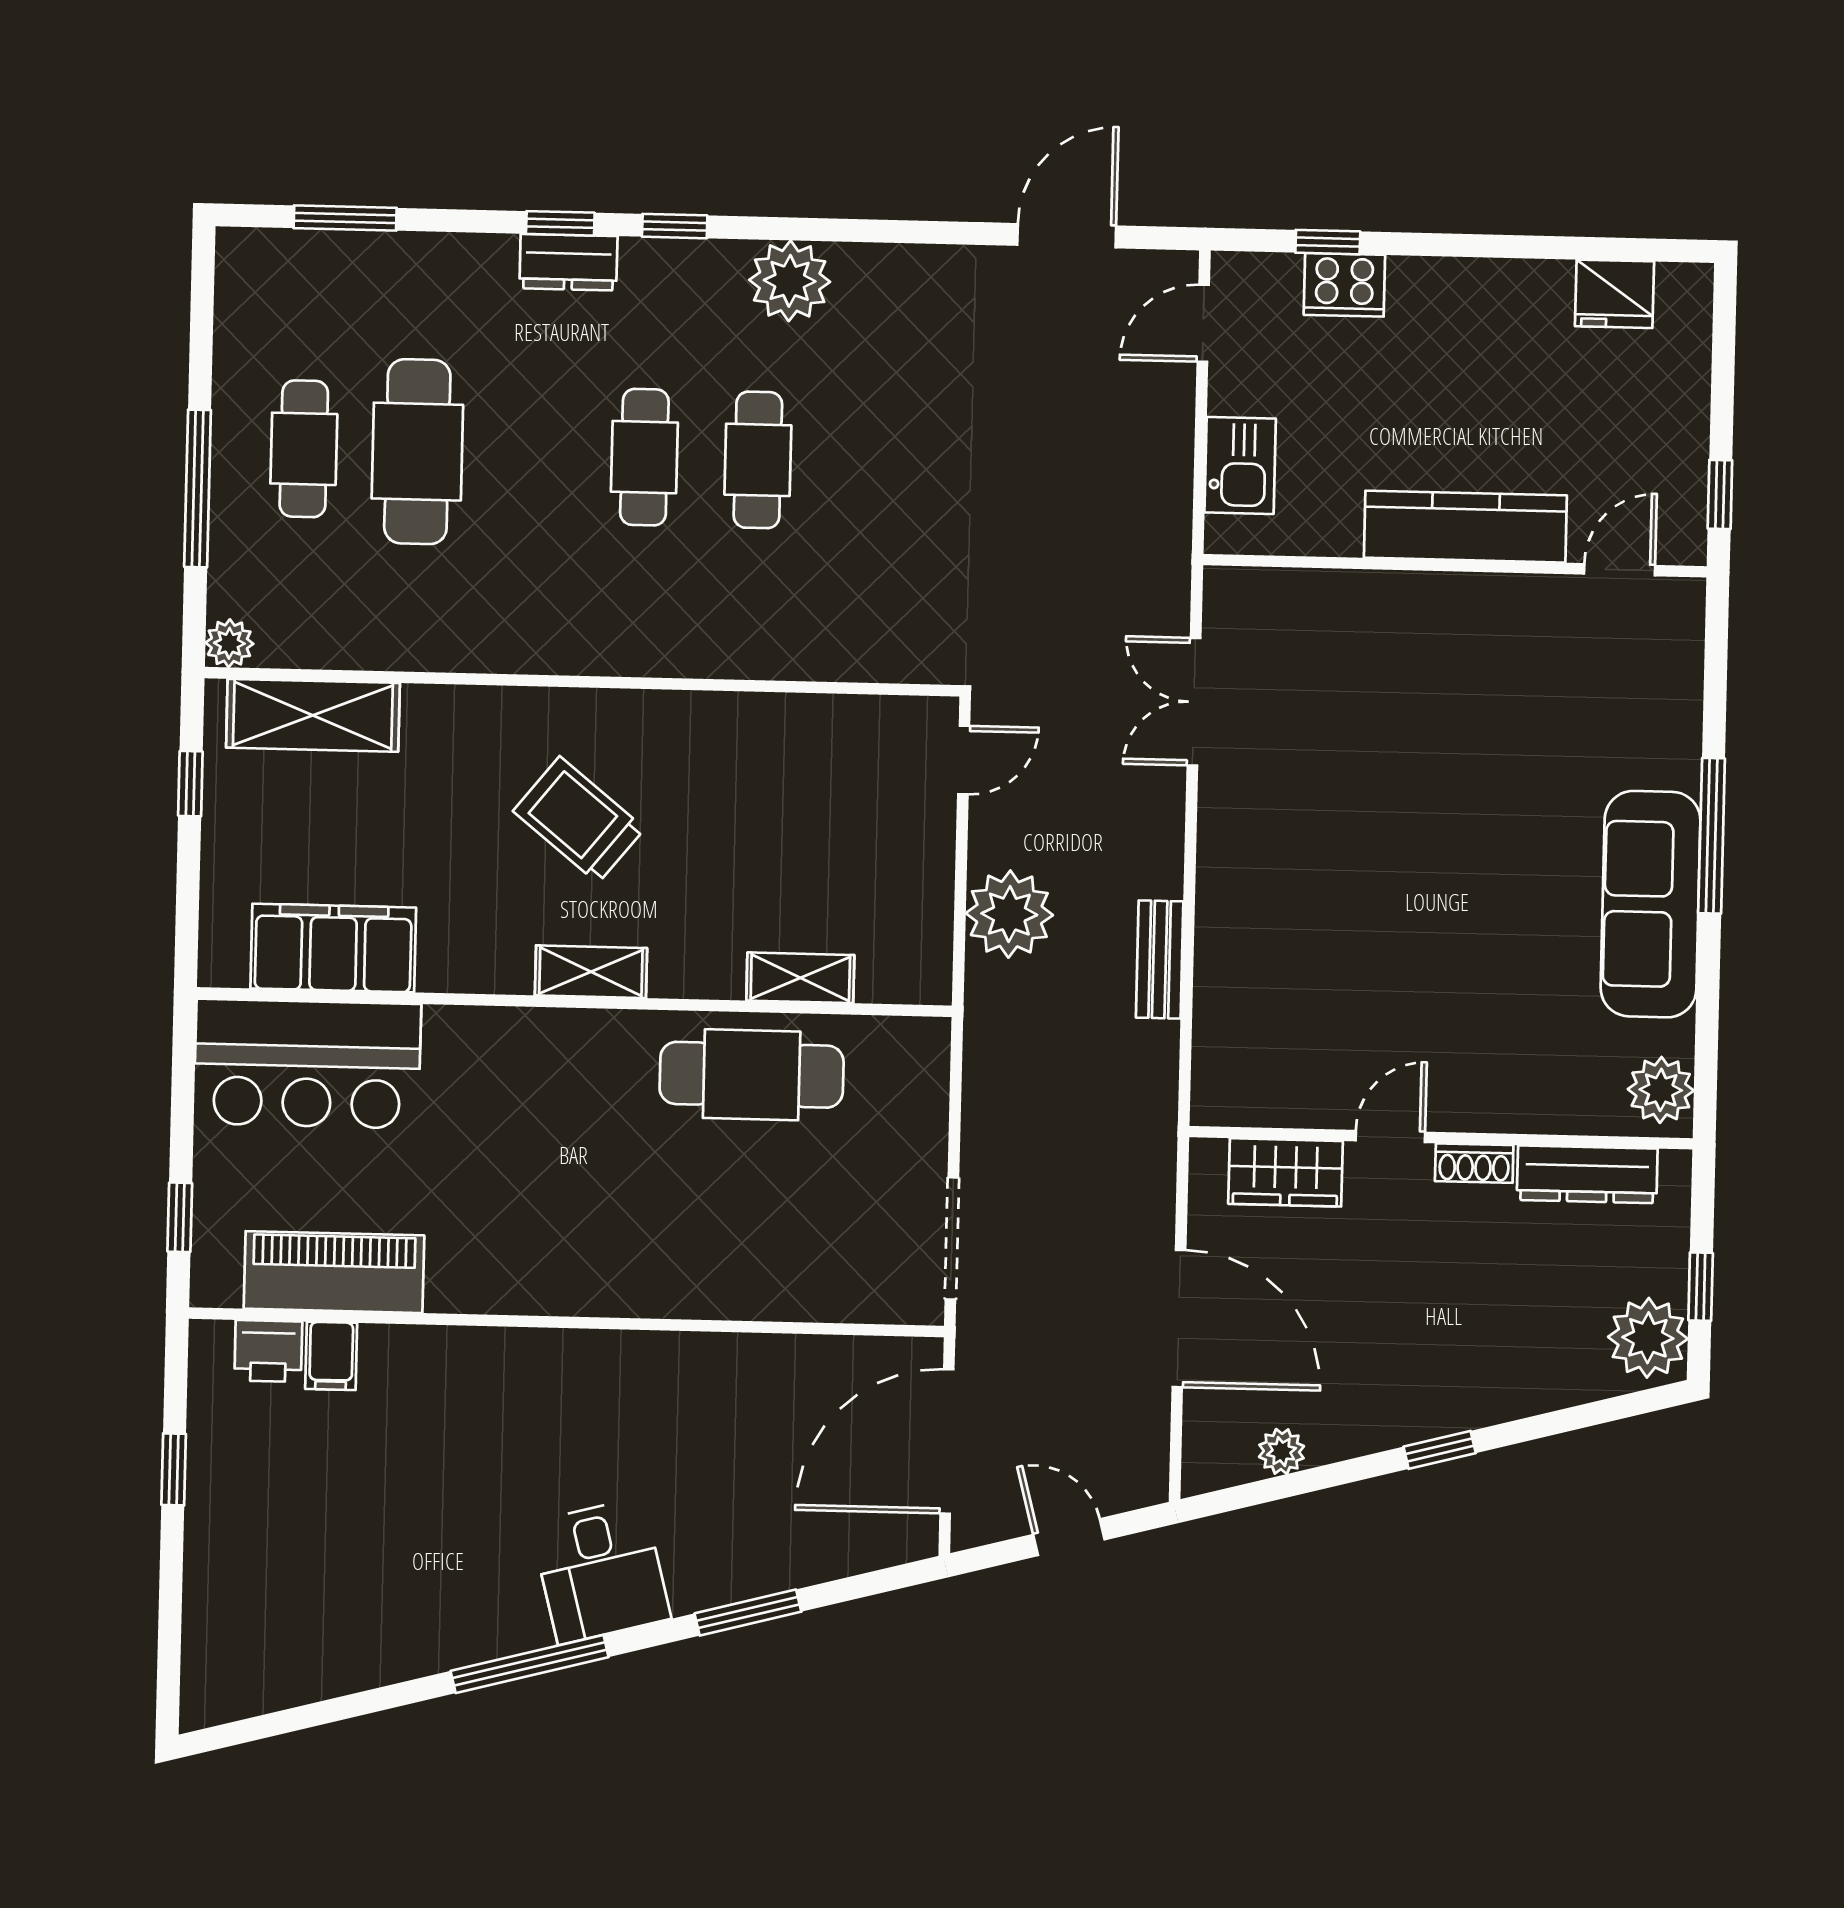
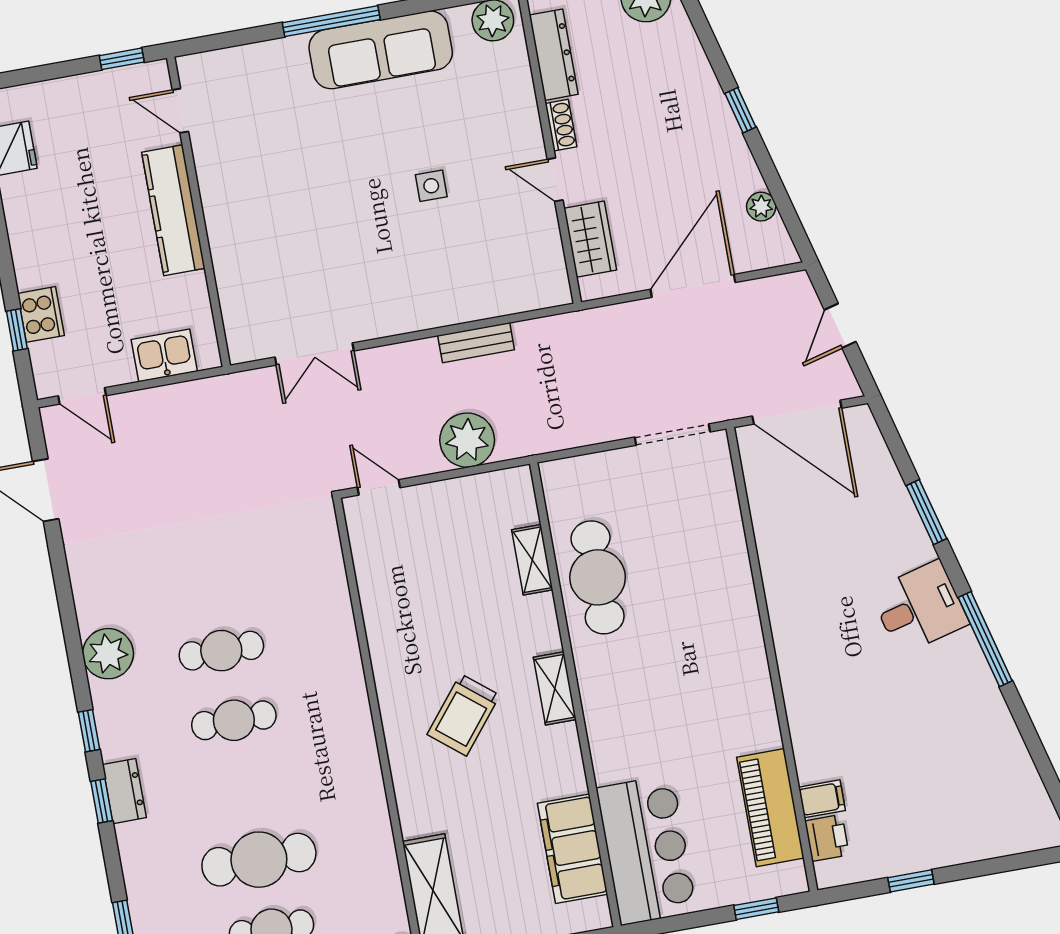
side table: (1421, 940) -> (431, 186), added

